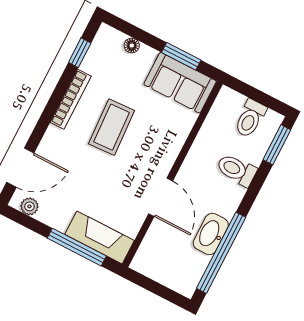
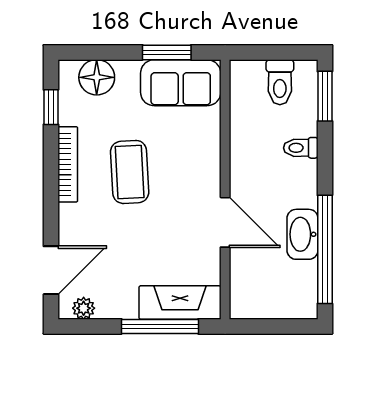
floor lamp: (132, 45) -> (97, 77), width x1.89, depth x1.89
toilet: (236, 170) -> (301, 148), width x0.73, depth x0.72

